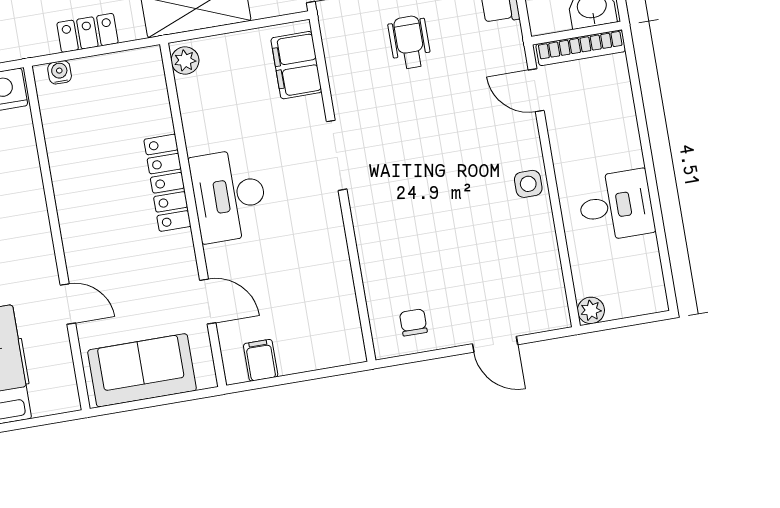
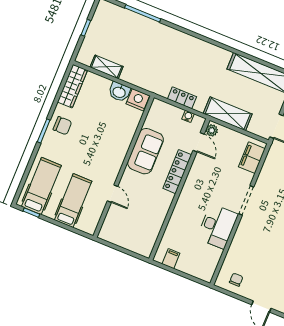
water cooler: (60, 72) -> (188, 116), moved
desk: (229, 196) -> (217, 226), moved, turned 180
door: (208, 301) -> (199, 142), moved
sofa: (142, 370) -> (145, 151), moved, turned 90

